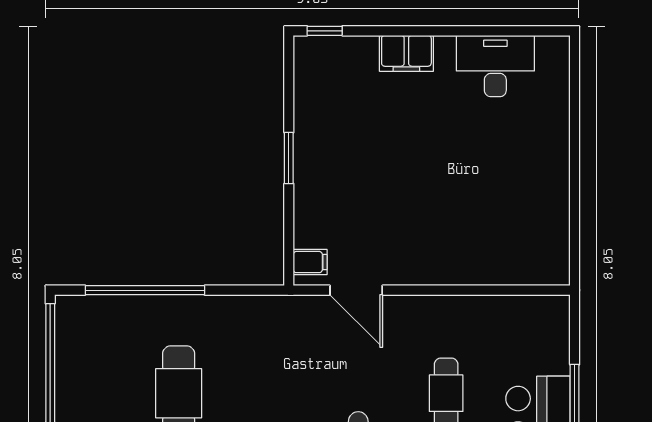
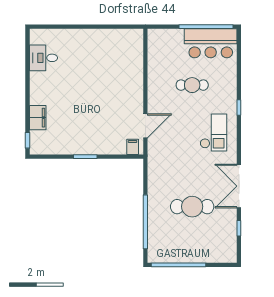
filing cabinet: (406, 53) -> (38, 118), moved
desk: (495, 66) -> (43, 58), width x0.73

